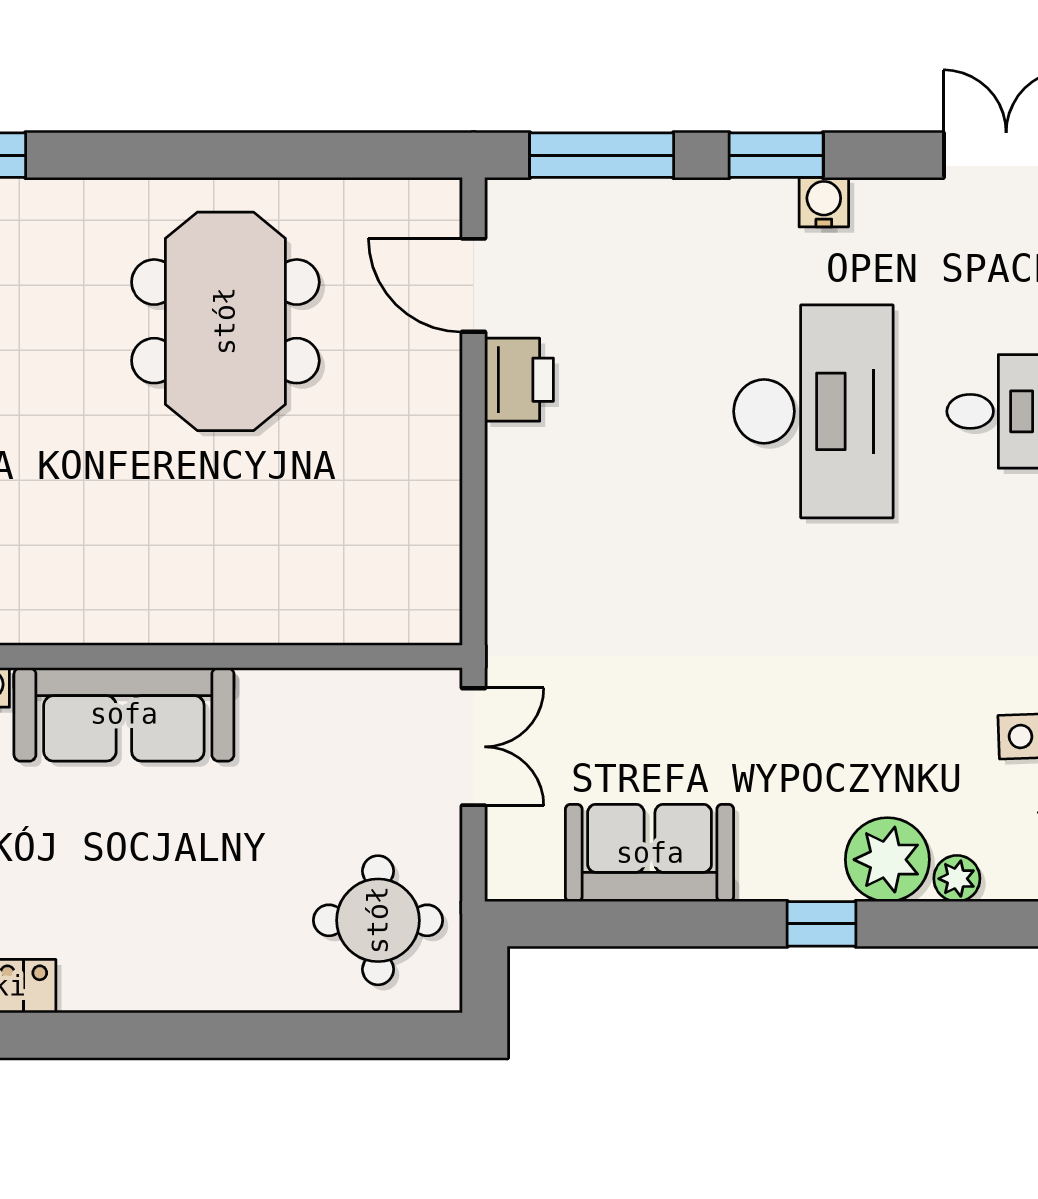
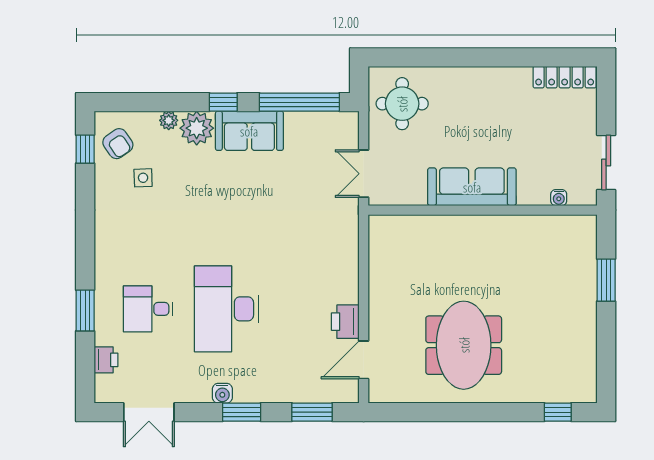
window: (602, 155) -> (312, 412), width x0.69
door: (474, 285) -> (364, 360), swing flipped
sofa: (124, 714) -> (472, 187), moved
sofa: (650, 853) -> (249, 131), moved
window: (633, 924) -> (299, 102), added

